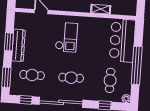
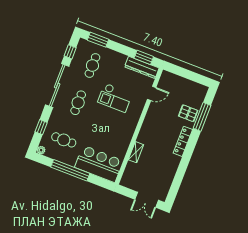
checkout: (66, 37) -> (115, 98), moved
window: (9, 42) -> (144, 57), moved
dresser: (18, 45) -> (142, 67), moved

